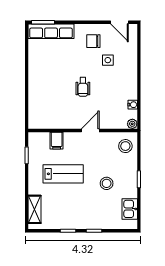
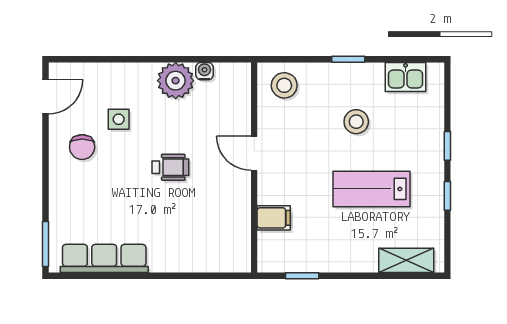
row of seats: (51, 31) -> (104, 258), moved, turned -90
plant: (132, 124) -> (176, 81), moved, width x1.88, depth x1.88
lab bench: (63, 174) -> (371, 189), moved, turned -90

